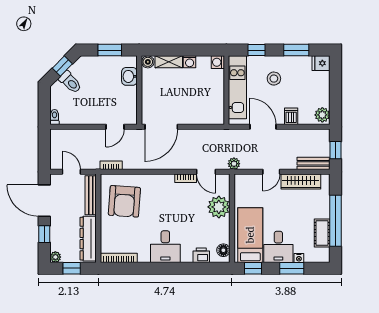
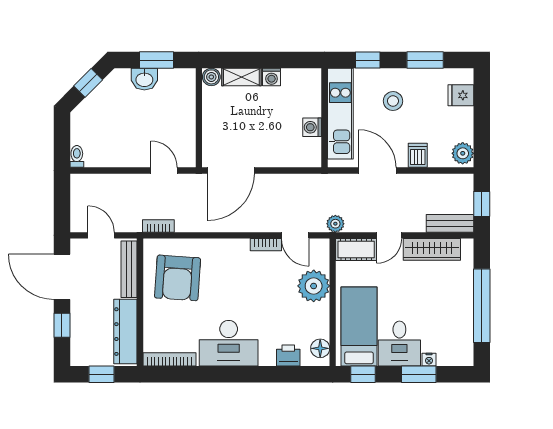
washing machine: (218, 62) -> (312, 127), moved
fridge: (321, 63) -> (461, 95), moved
washbasin: (129, 76) -> (144, 79), moved, turned -90
toilet: (70, 82) -> (99, 106), removed
door: (115, 127) -> (164, 171), swing flipped
cot: (322, 233) -> (356, 250), moved, turned 90
desk: (165, 247) -> (229, 343), width x1.37
plant: (55, 257) -> (78, 358), removed

